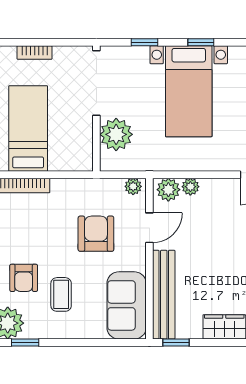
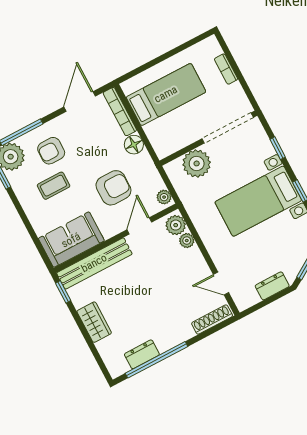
floor lamp: (62, 189) -> (134, 145), added
door: (149, 228) -> (139, 226), swing flipped

